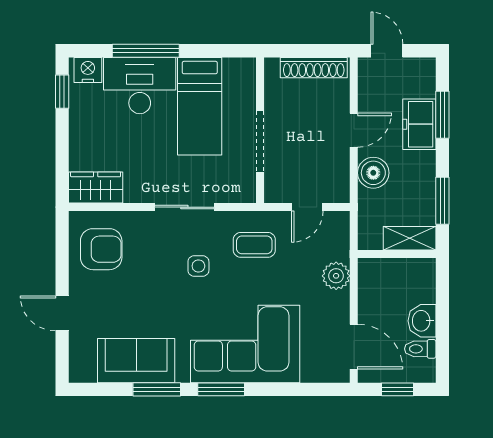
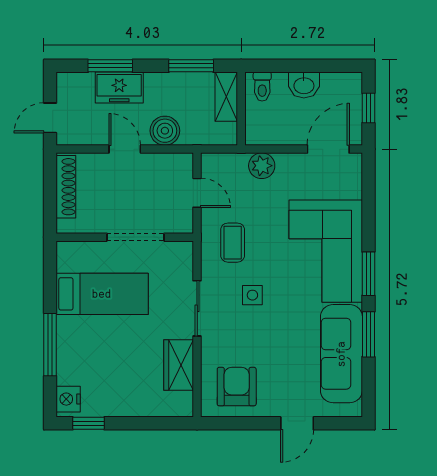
desk: (140, 86) -> (83, 350), removed
wardrobe: (96, 187) -> (179, 365), moved
toilet: (420, 349) -> (262, 87), moved
sofa: (136, 361) -> (341, 354), width x1.36

